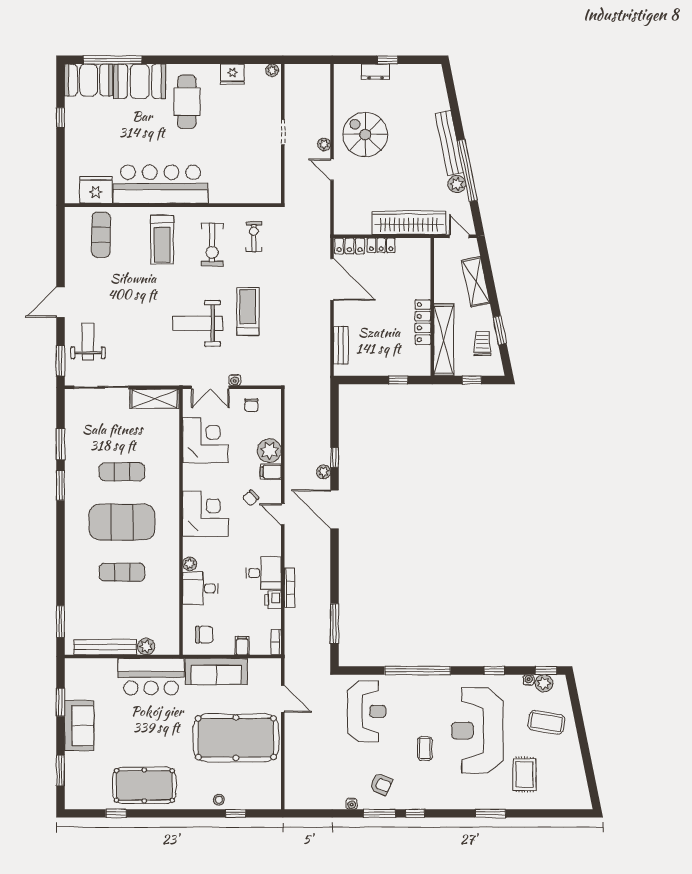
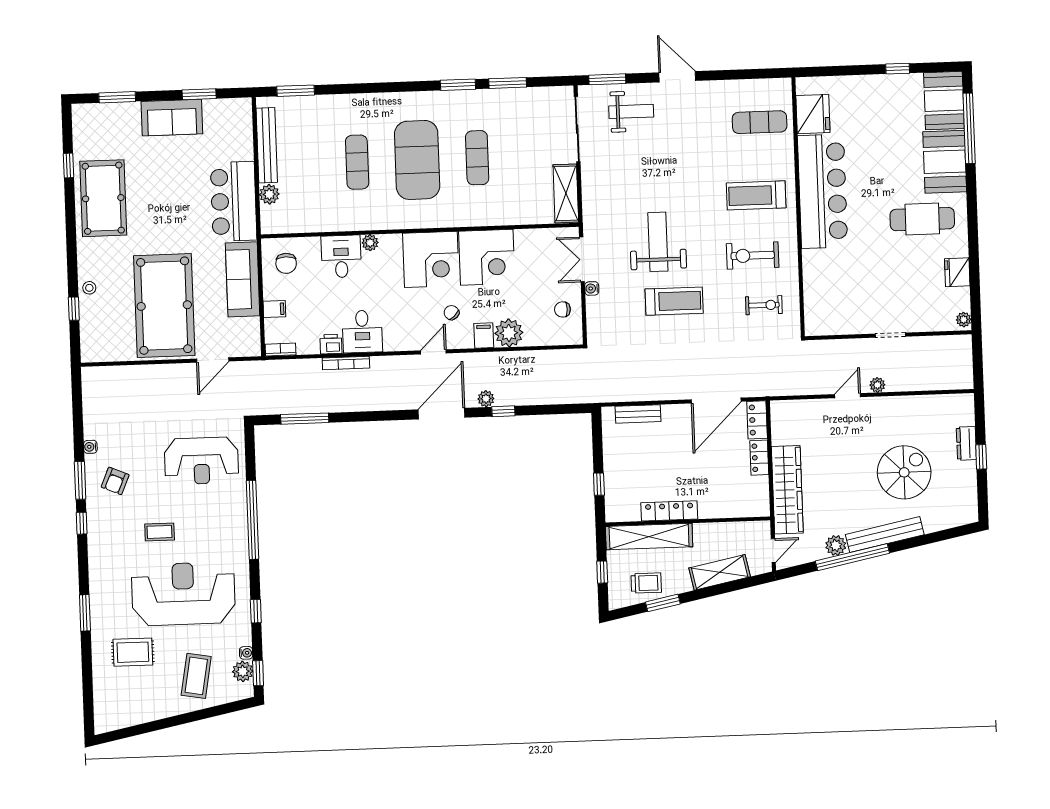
spiral stairs: (365, 135) -> (904, 472), moved
corner desk: (205, 440) -> (487, 257), moved

